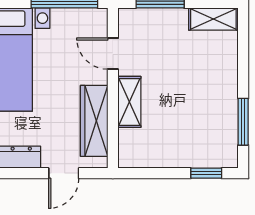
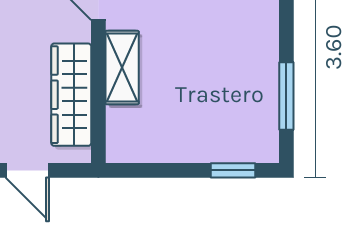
door: (64, 173) -> (27, 170), hinge flipped

